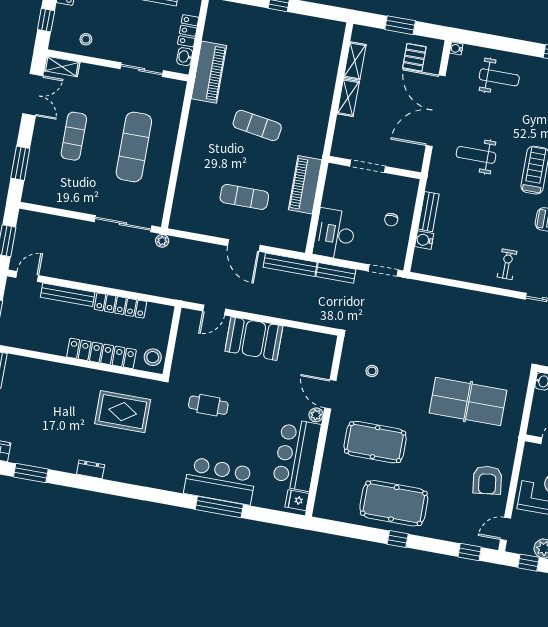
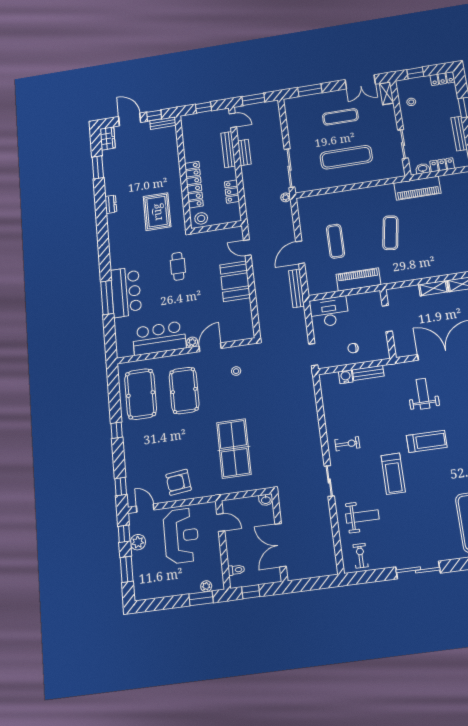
bench: (336, 273) -> (244, 152), moved
locker: (120, 305) -> (232, 192), width x0.66
fridge: (297, 500) -> (126, 349), removed
pool table: (394, 503) -> (141, 394), moved

